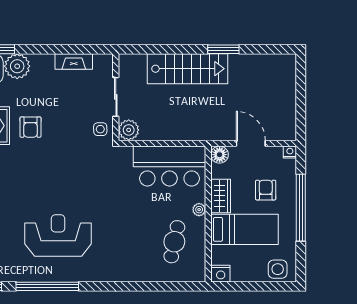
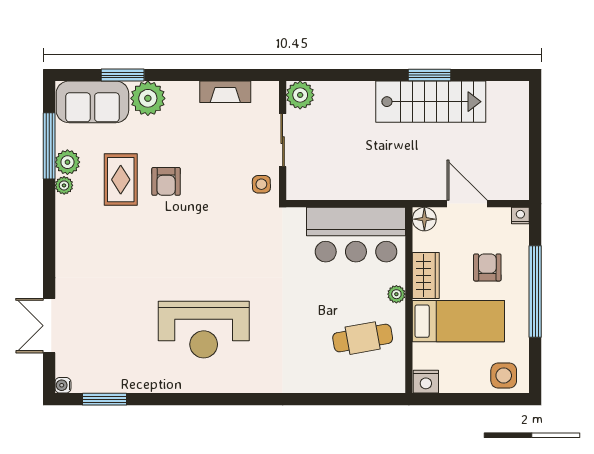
stairs: (188, 69) -> (431, 102), moved
plant: (129, 130) -> (300, 95), moved
reception desk: (58, 236) -> (204, 330), turned 180
cafe table: (174, 242) -> (363, 338), turned 68
window: (47, 286) -> (189, 399), removed

